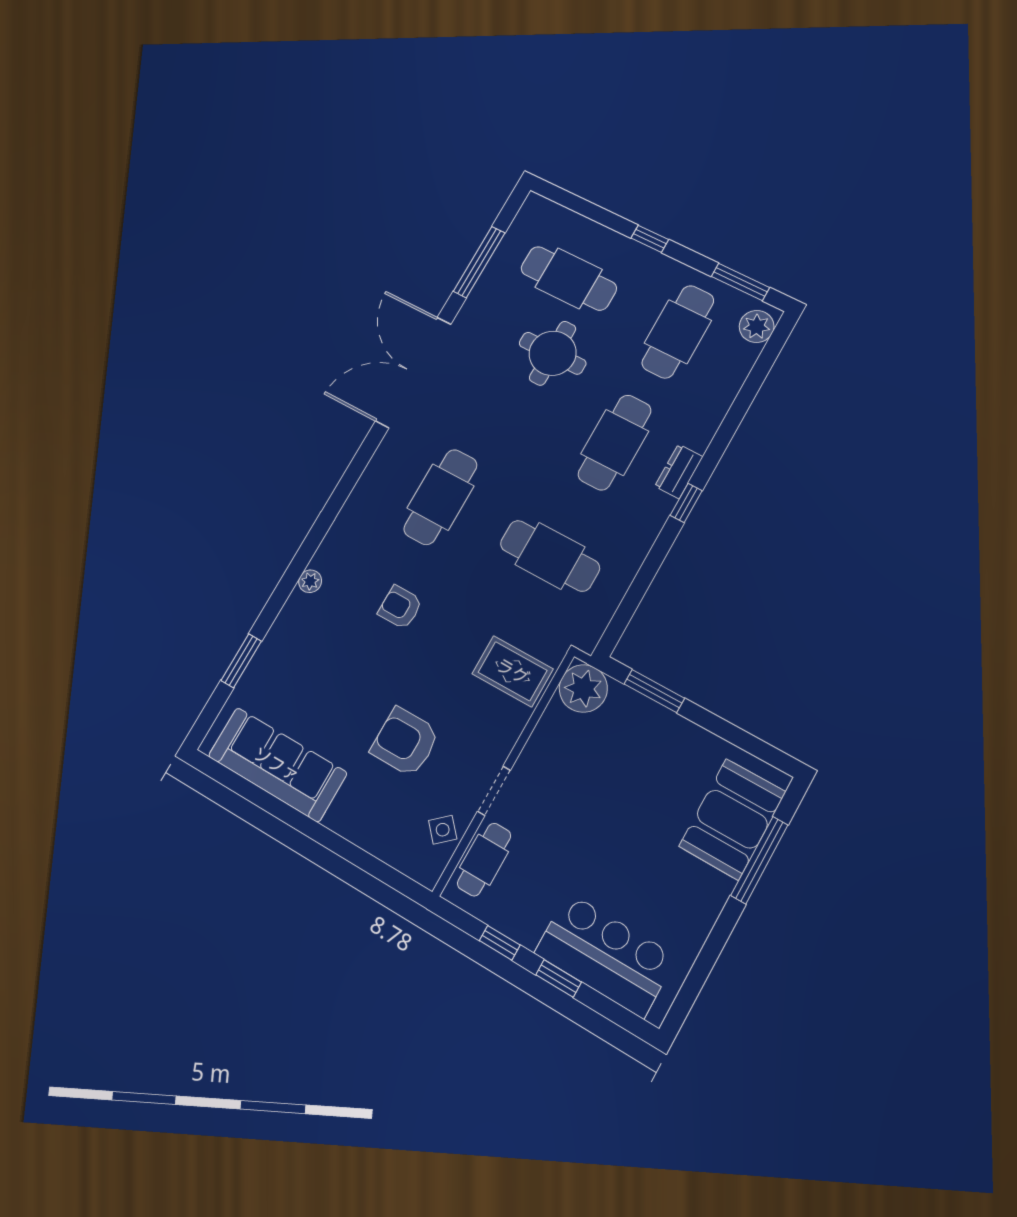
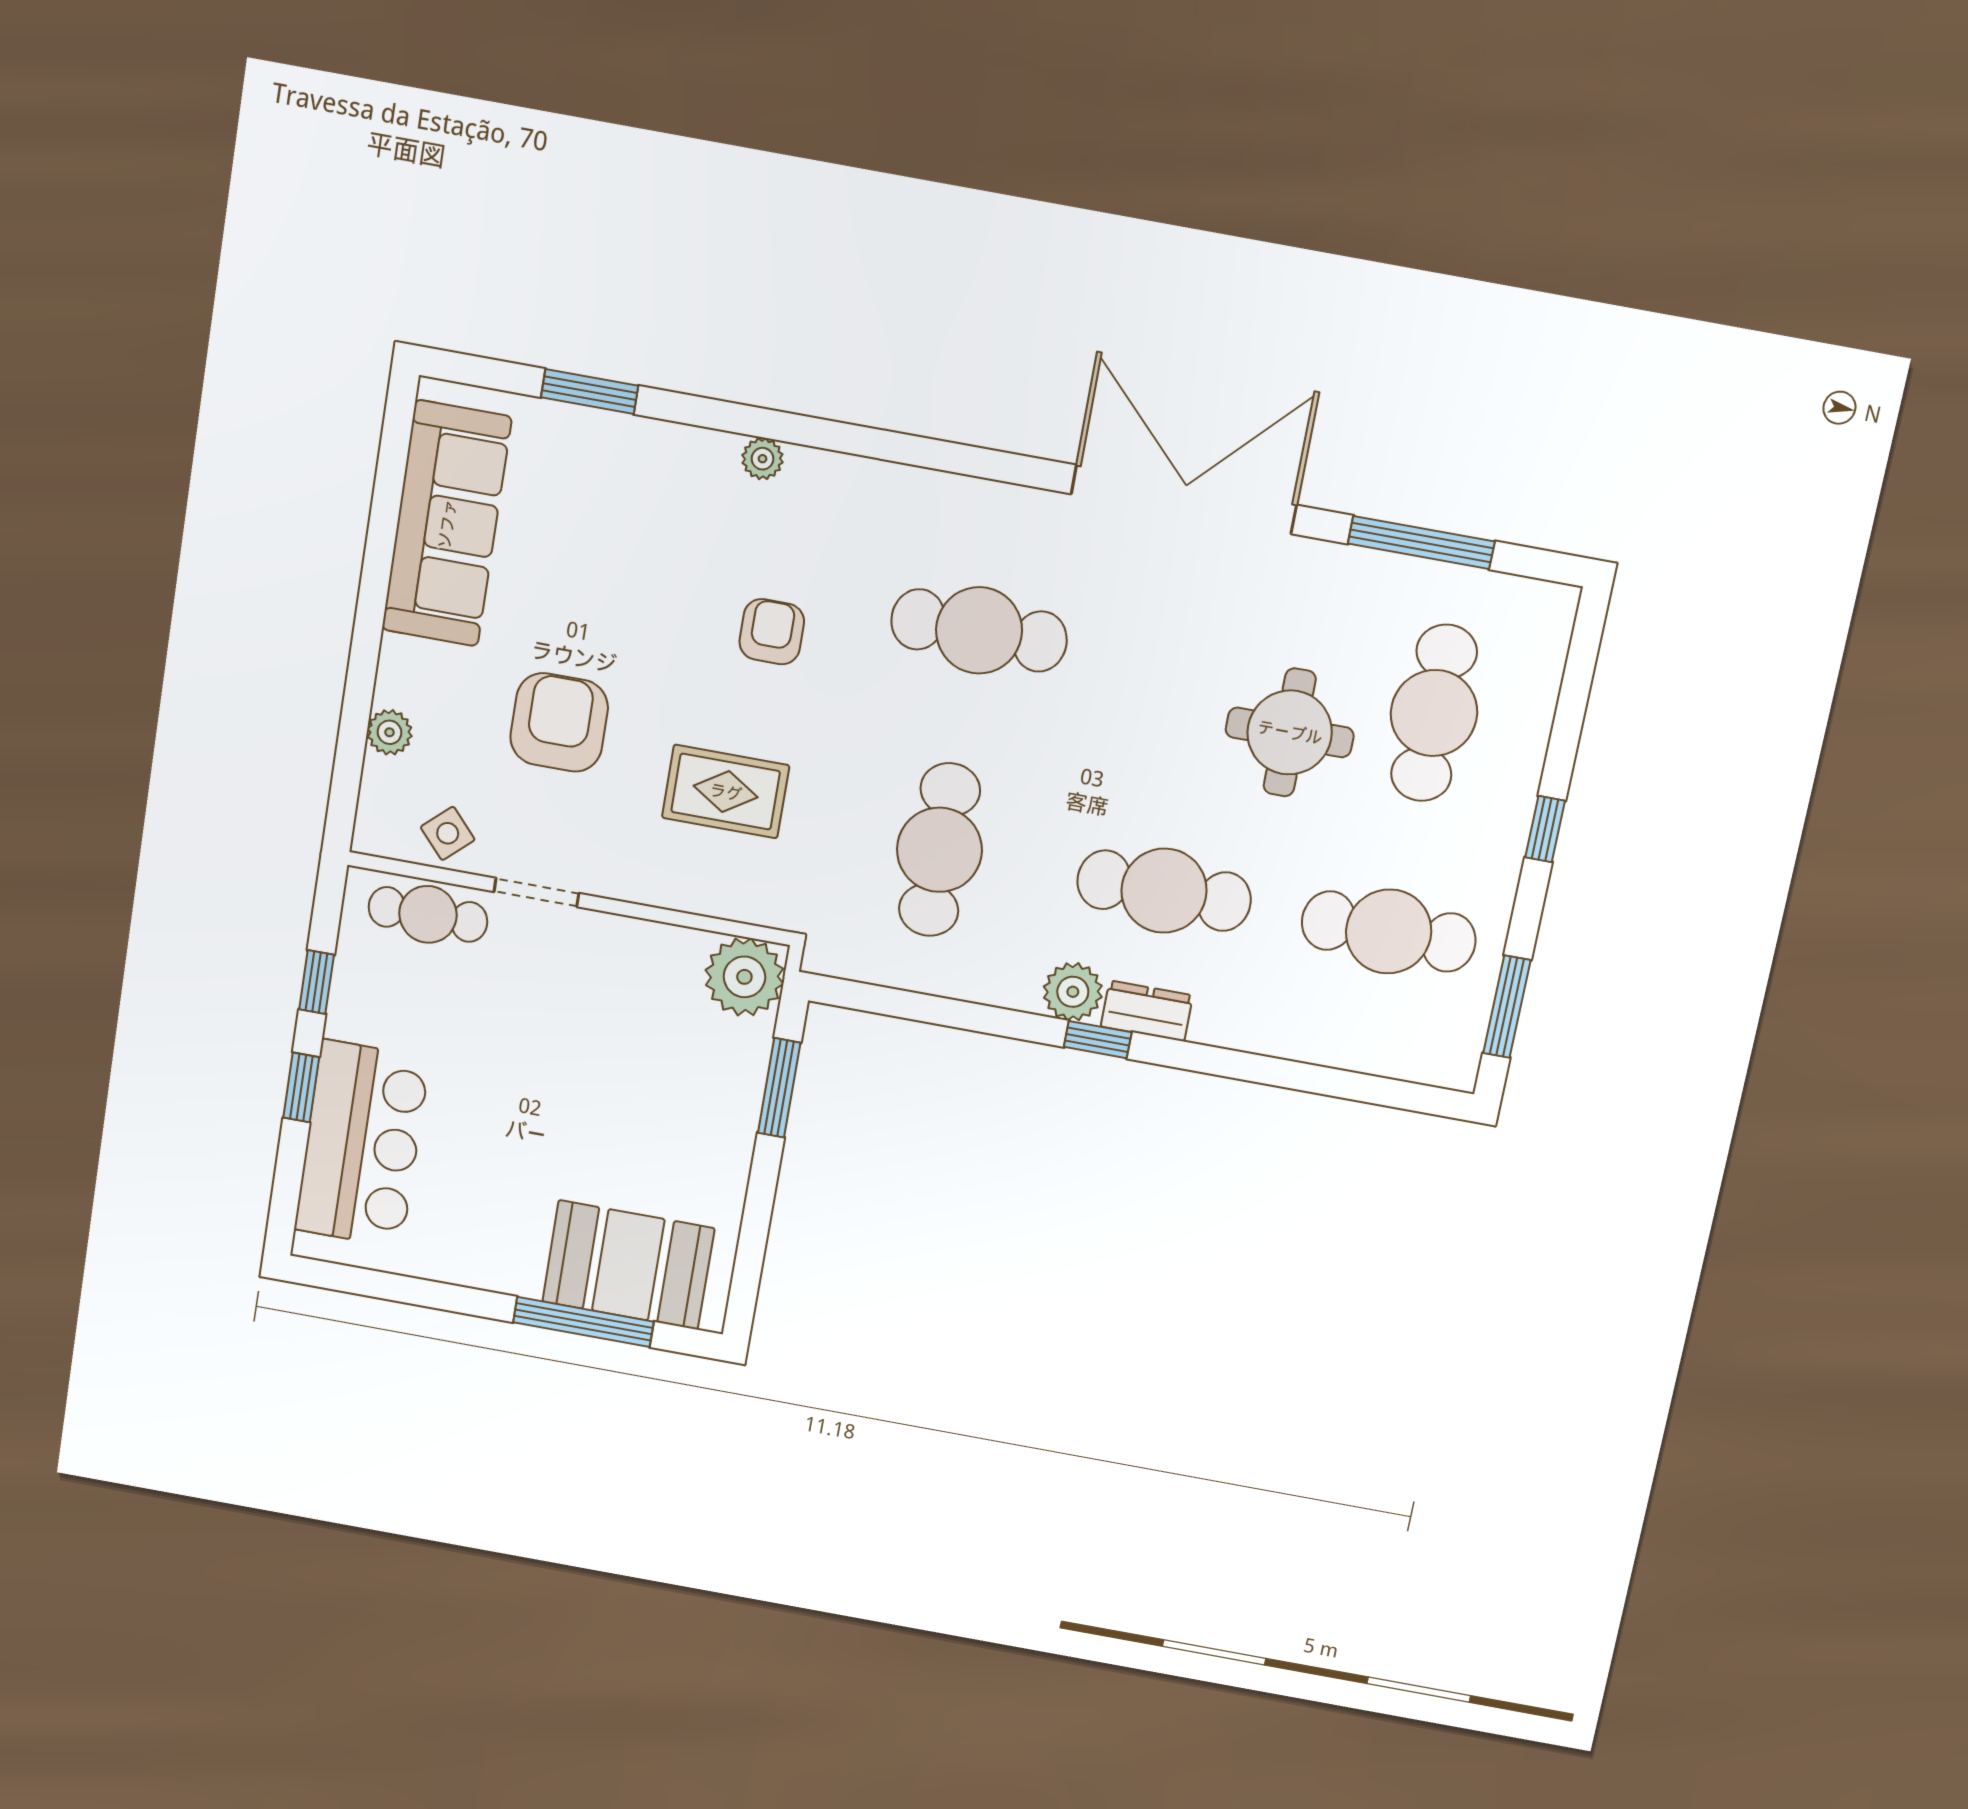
plant: (757, 326) -> (1073, 992), moved
rug: (513, 671) -> (726, 792), moved, turned 90
plant: (375, 841) -> (389, 732), added

